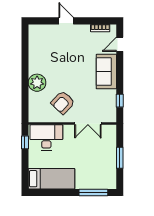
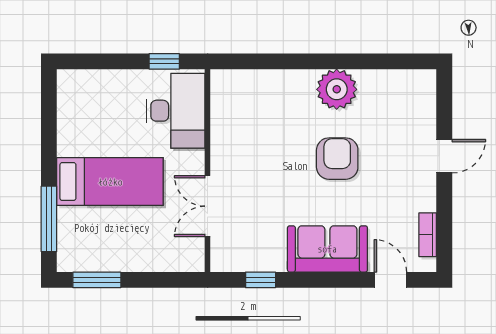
plant: (37, 83) -> (337, 89), moved
armchair: (63, 103) -> (337, 159), moved, turned 47
window: (120, 158) -> (97, 280), moved
bed: (51, 179) -> (110, 182), moved, turned -90

